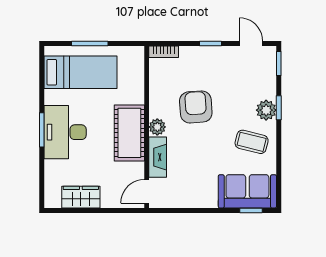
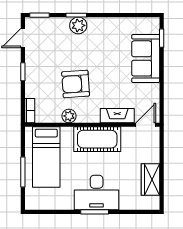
bed: (81, 72) -> (46, 157), moved, turned 180
plant: (157, 127) -> (69, 116), moved
coffee table: (252, 142) -> (105, 38), removed
door: (147, 191) -> (146, 125), swing flipped
sofa: (247, 191) -> (146, 58), moved

